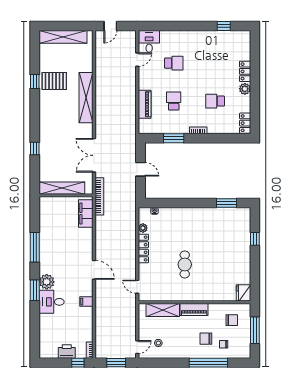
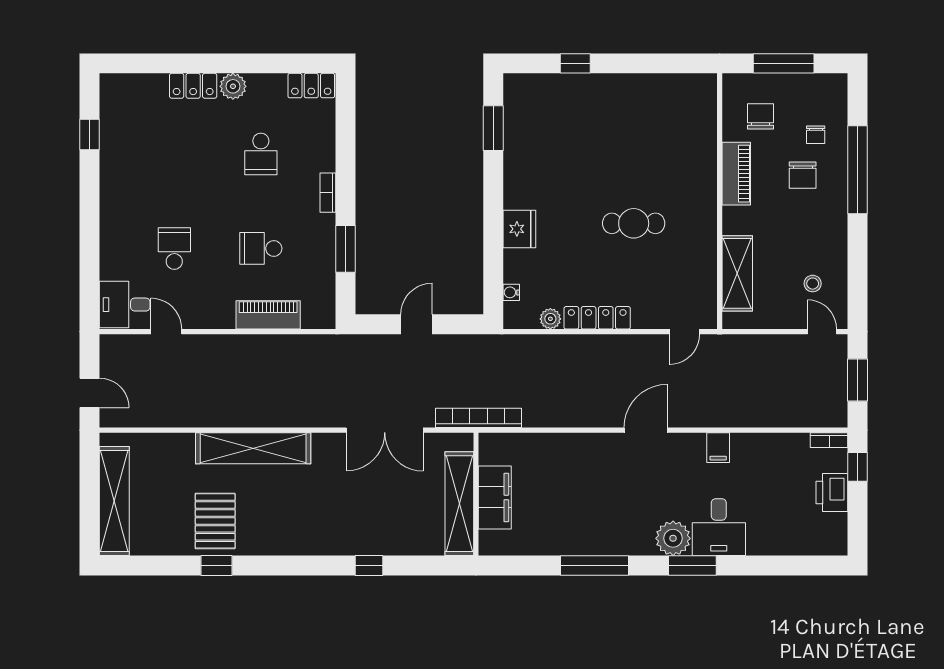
filing cabinet: (86, 214) -> (495, 497), moved, turned -90
fridge: (243, 293) -> (519, 229), moved, turned -90
piano: (194, 310) -> (736, 174), moved

